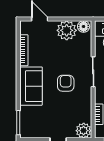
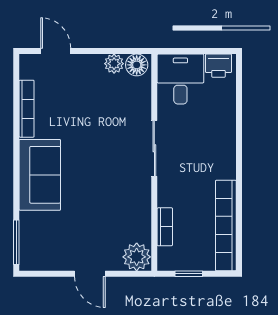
plant: (67, 30) -> (114, 64), width x0.53, depth x0.53
armchair: (66, 83) -> (104, 169), removed

